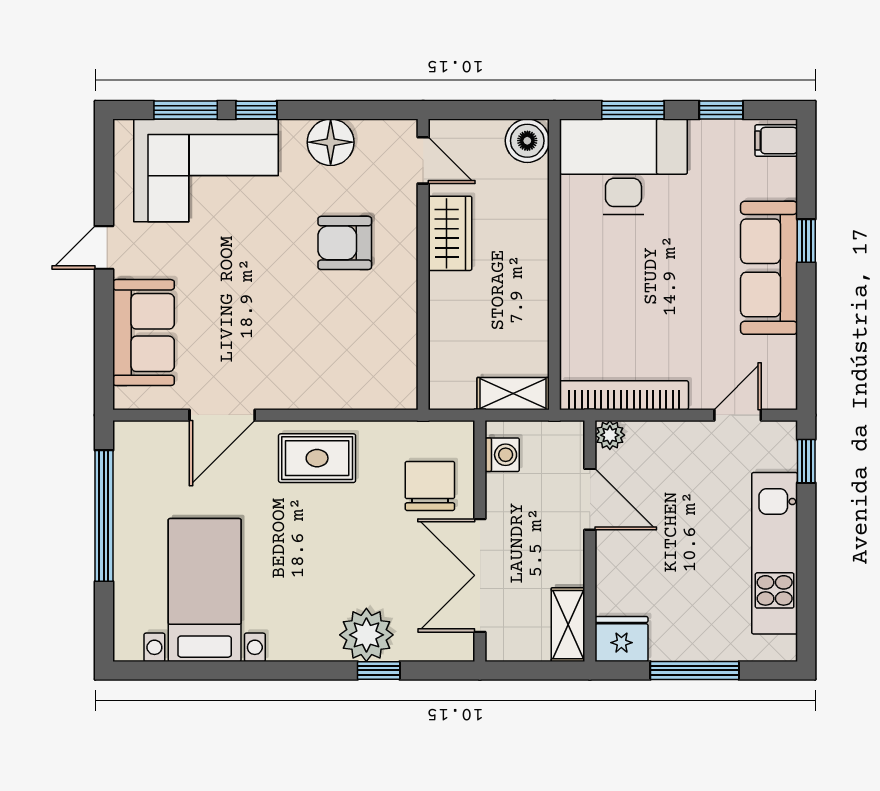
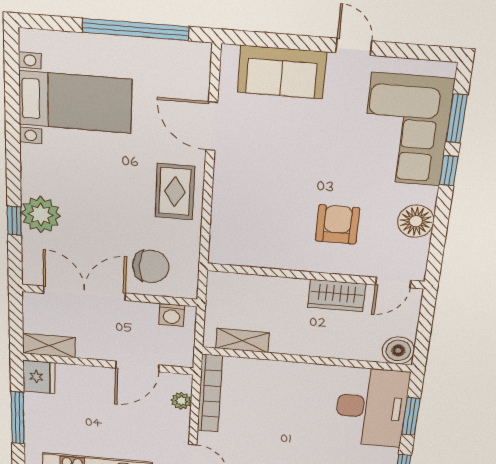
shelving: (513, 394) -> (242, 340), moved, turned 90
plant: (610, 435) -> (181, 401), moved

